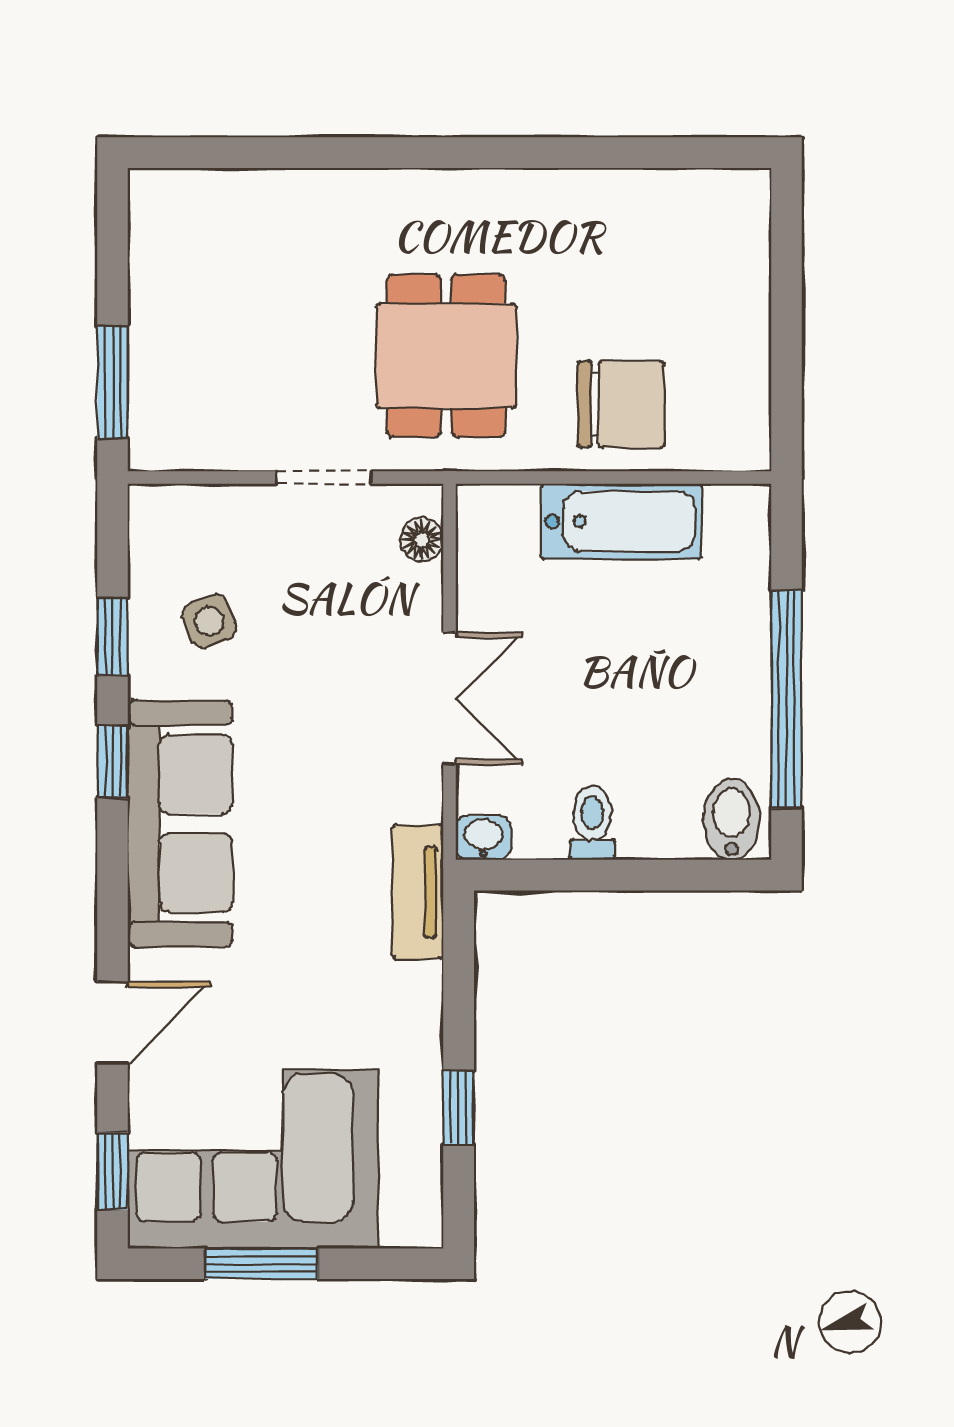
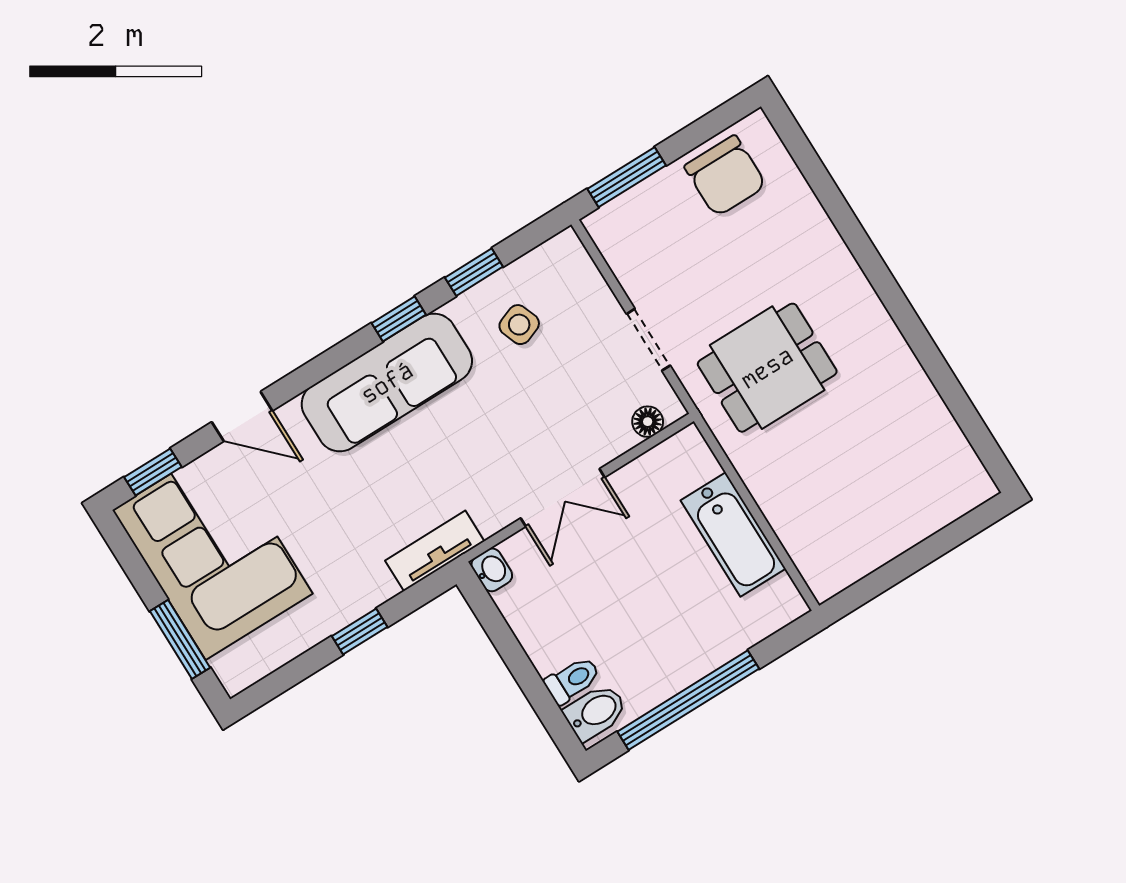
chair: (621, 404) -> (725, 176), moved
toilet: (592, 823) -> (572, 680), moved
window: (459, 1108) -> (360, 632), moved
window: (262, 1264) -> (180, 639), moved

